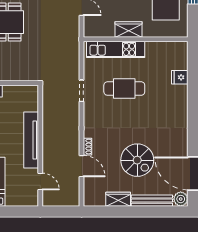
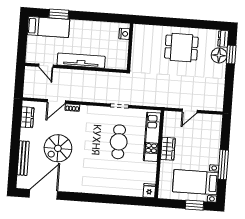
fridge: (180, 77) -> (149, 191), moved
door: (40, 181) -> (46, 66), hinge flipped
wardrobe: (118, 199) -> (27, 117), moved
plant: (181, 199) -> (23, 182), removed

